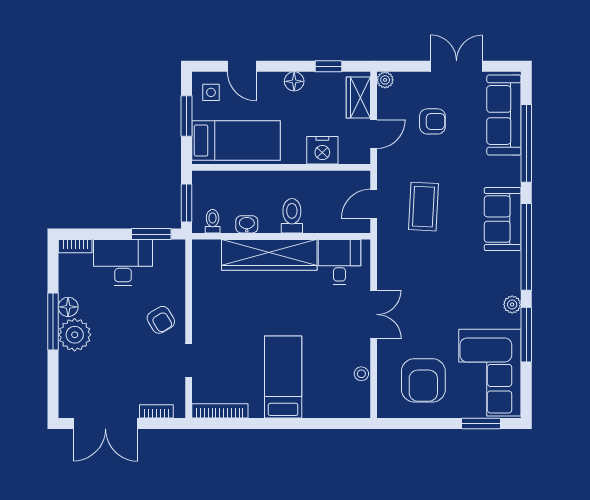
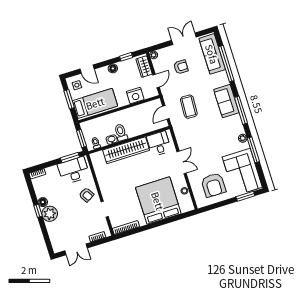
toilet: (292, 216) -> (121, 132), moved
window: (526, 247) -> (241, 110), width x0.68
desk: (123, 263) -> (74, 171), moved
window: (53, 321) -> (38, 211), width x0.46
bed: (283, 377) -> (158, 201), width x2.04
double door: (105, 423) -> (76, 249), width x0.73

